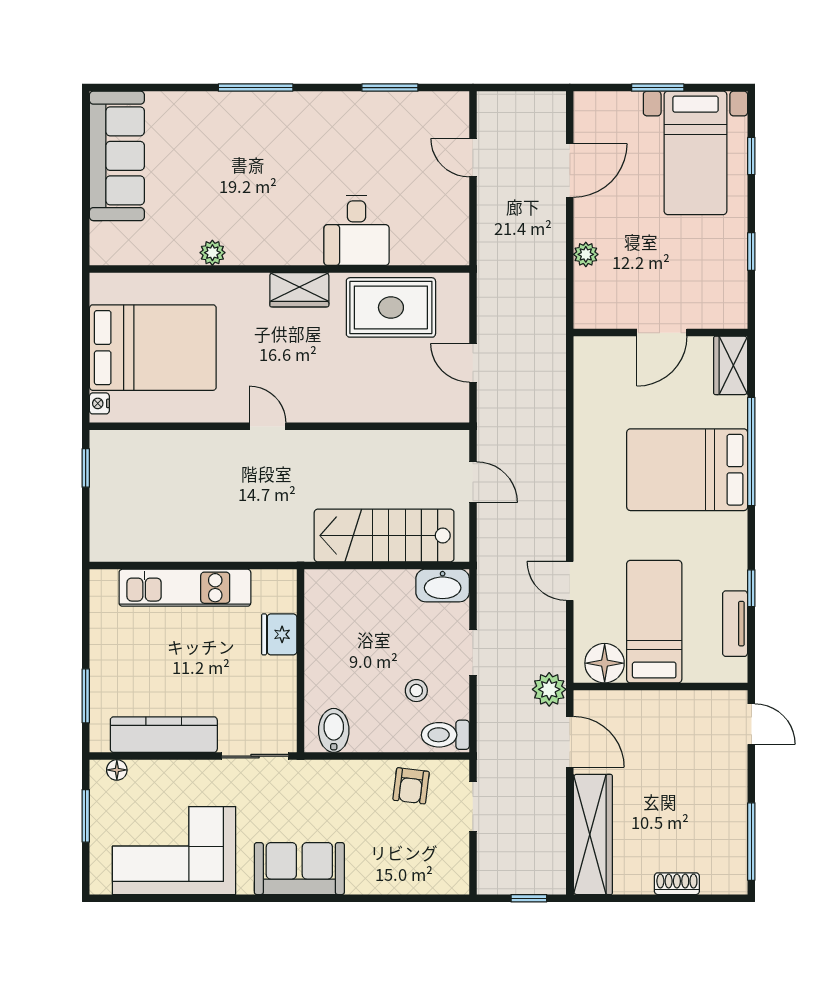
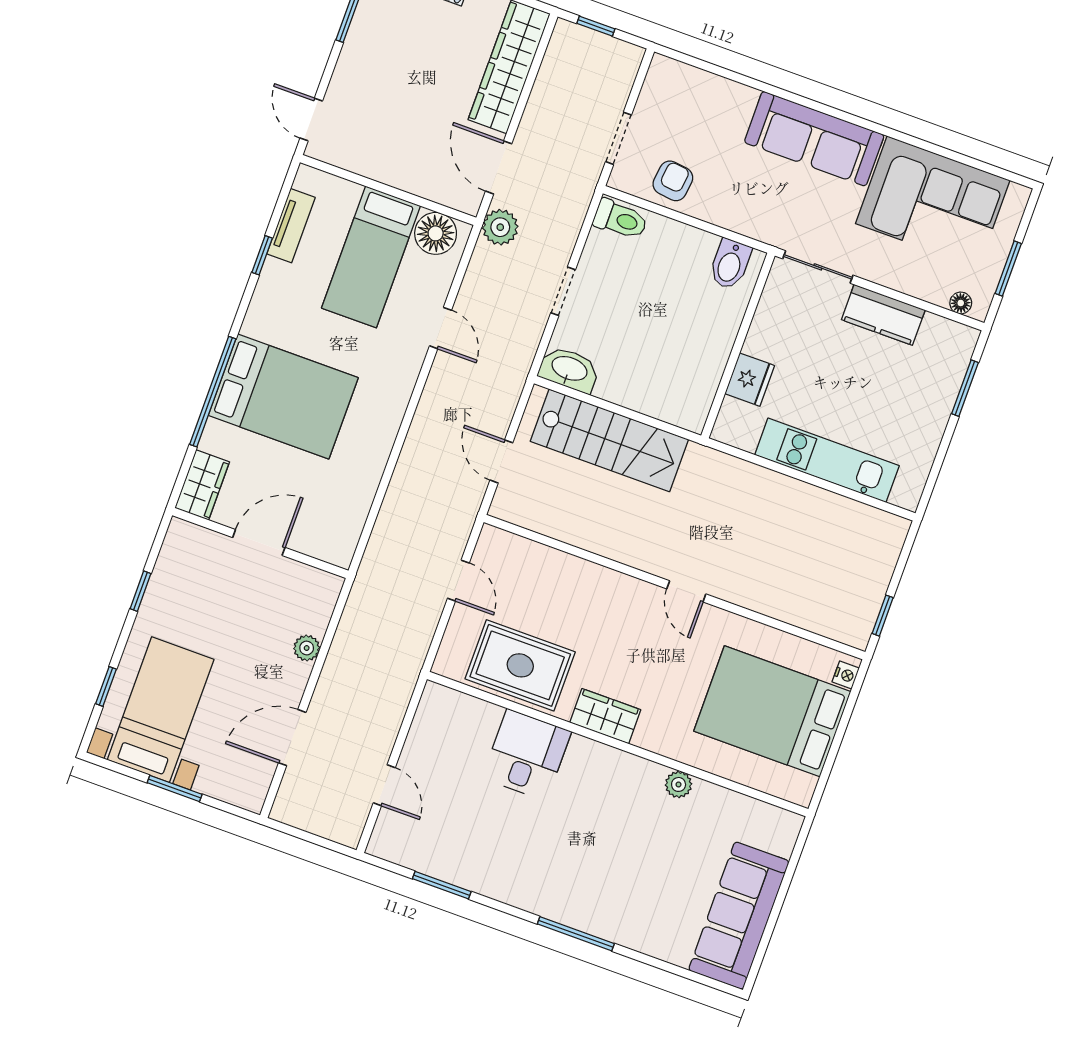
stool: (416, 691) -> (633, 274), removed
kitchen counter: (164, 735) -> (883, 315), width x0.67
sofa: (299, 869) -> (814, 139), width x1.36

